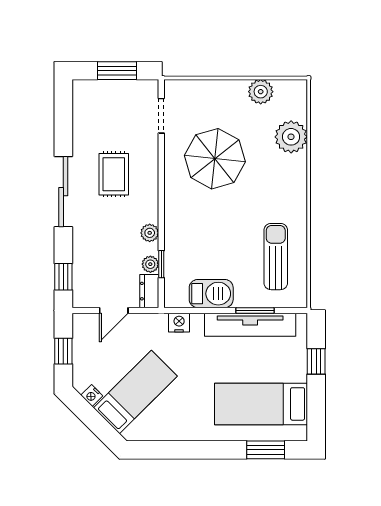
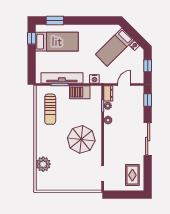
window: (117, 71) -> (123, 195), removed
plant: (261, 92) -> (57, 185), removed
parasol: (215, 159) -> (81, 139), moved
rug: (114, 174) -> (132, 175), moved
window: (316, 361) -> (32, 38), moved

